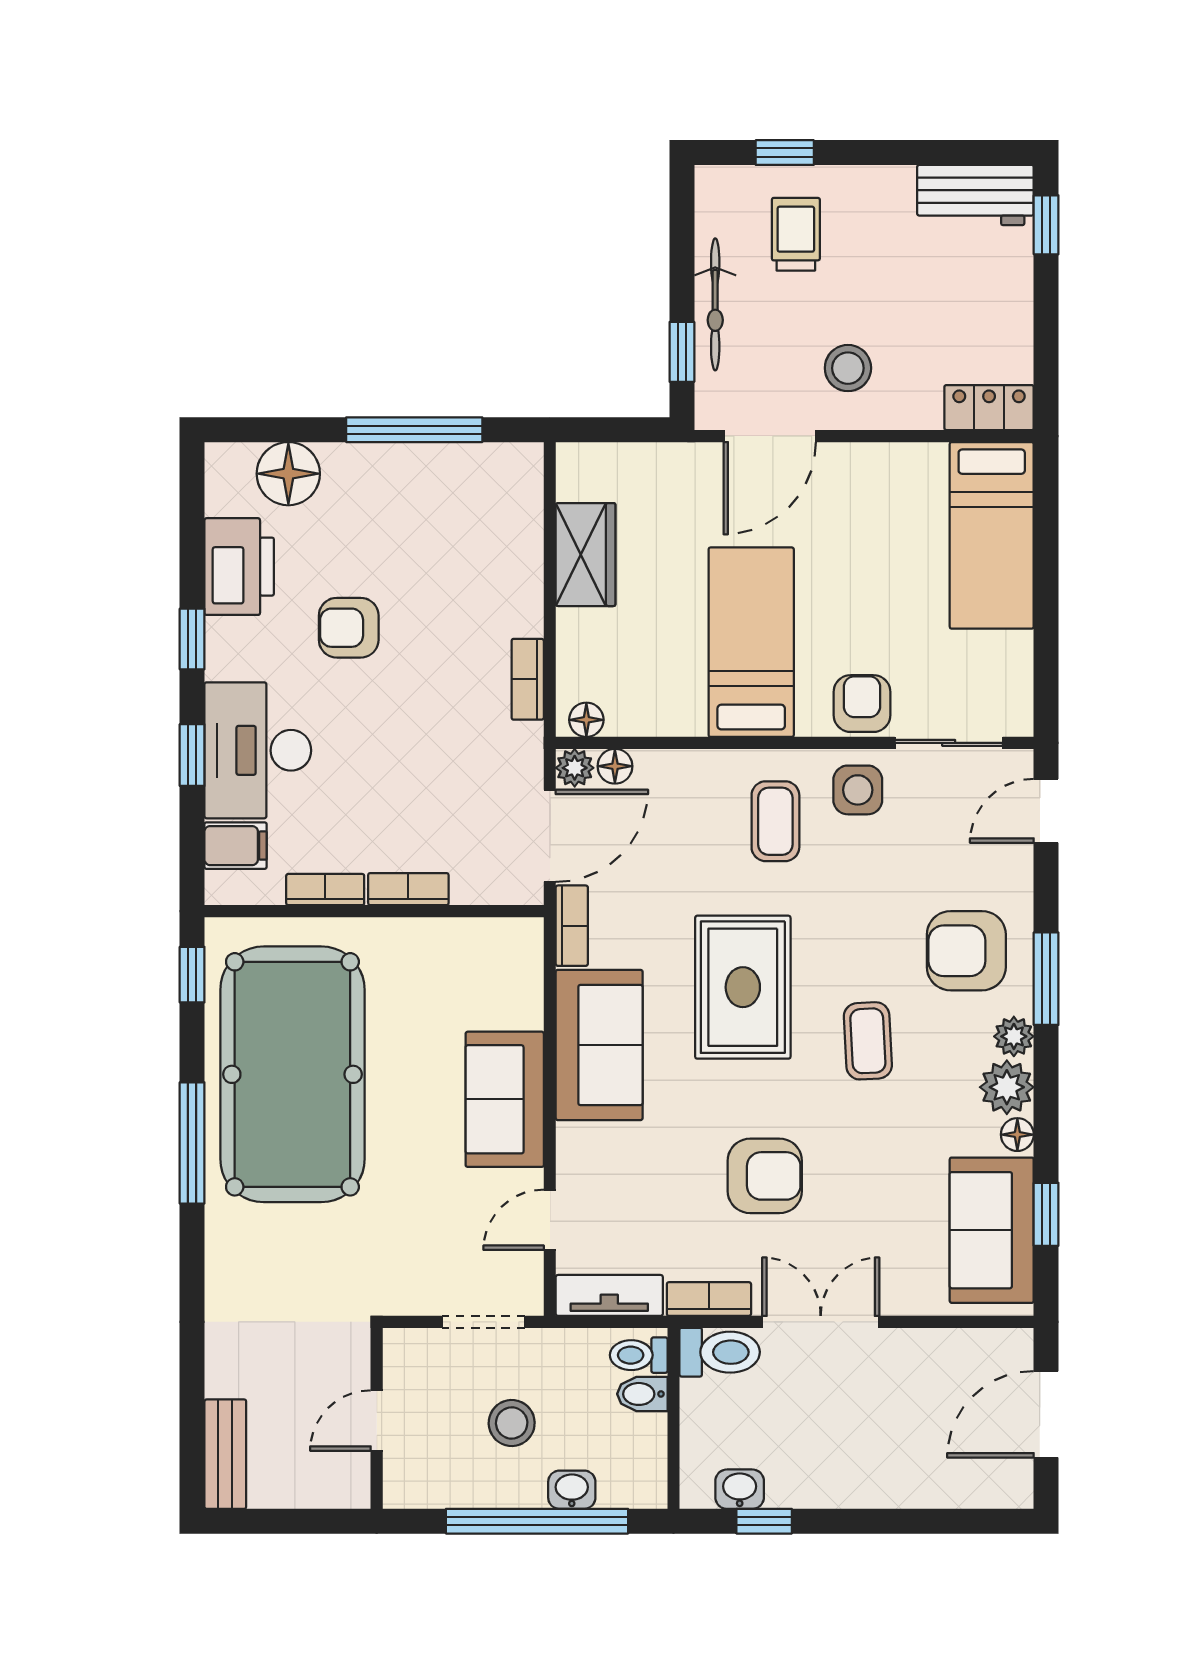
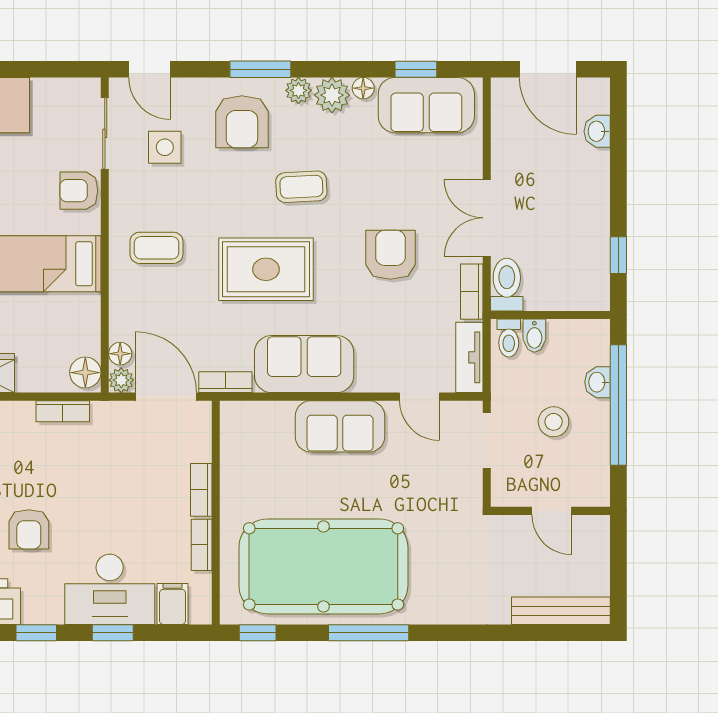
floor lamp: (586, 720) -> (85, 373), width x1.37, depth x1.37
side table: (858, 790) -> (165, 147), moved
bench: (225, 1454) -> (561, 611), width x1.36
washbasin: (740, 1489) -> (597, 131), moved

